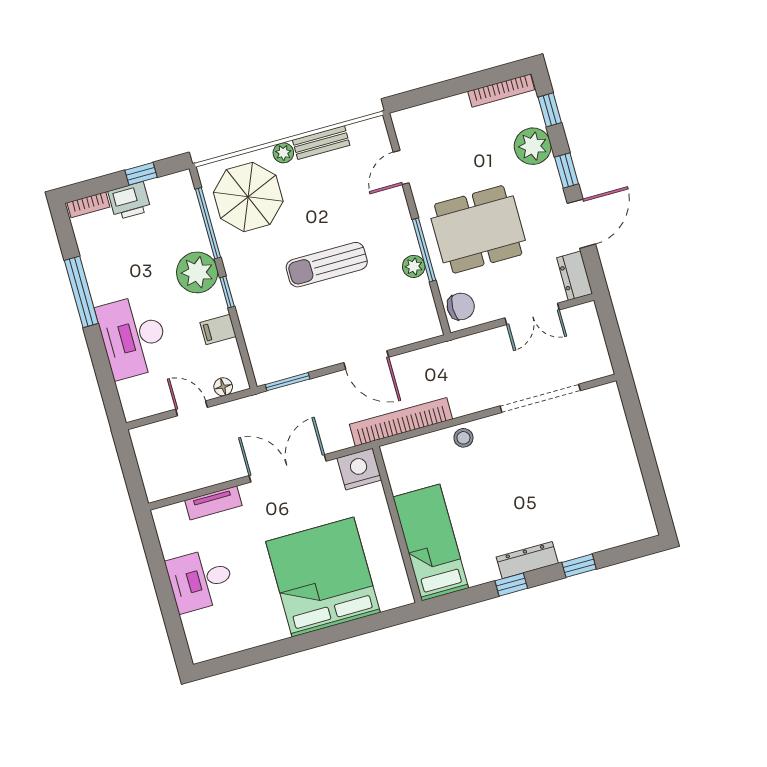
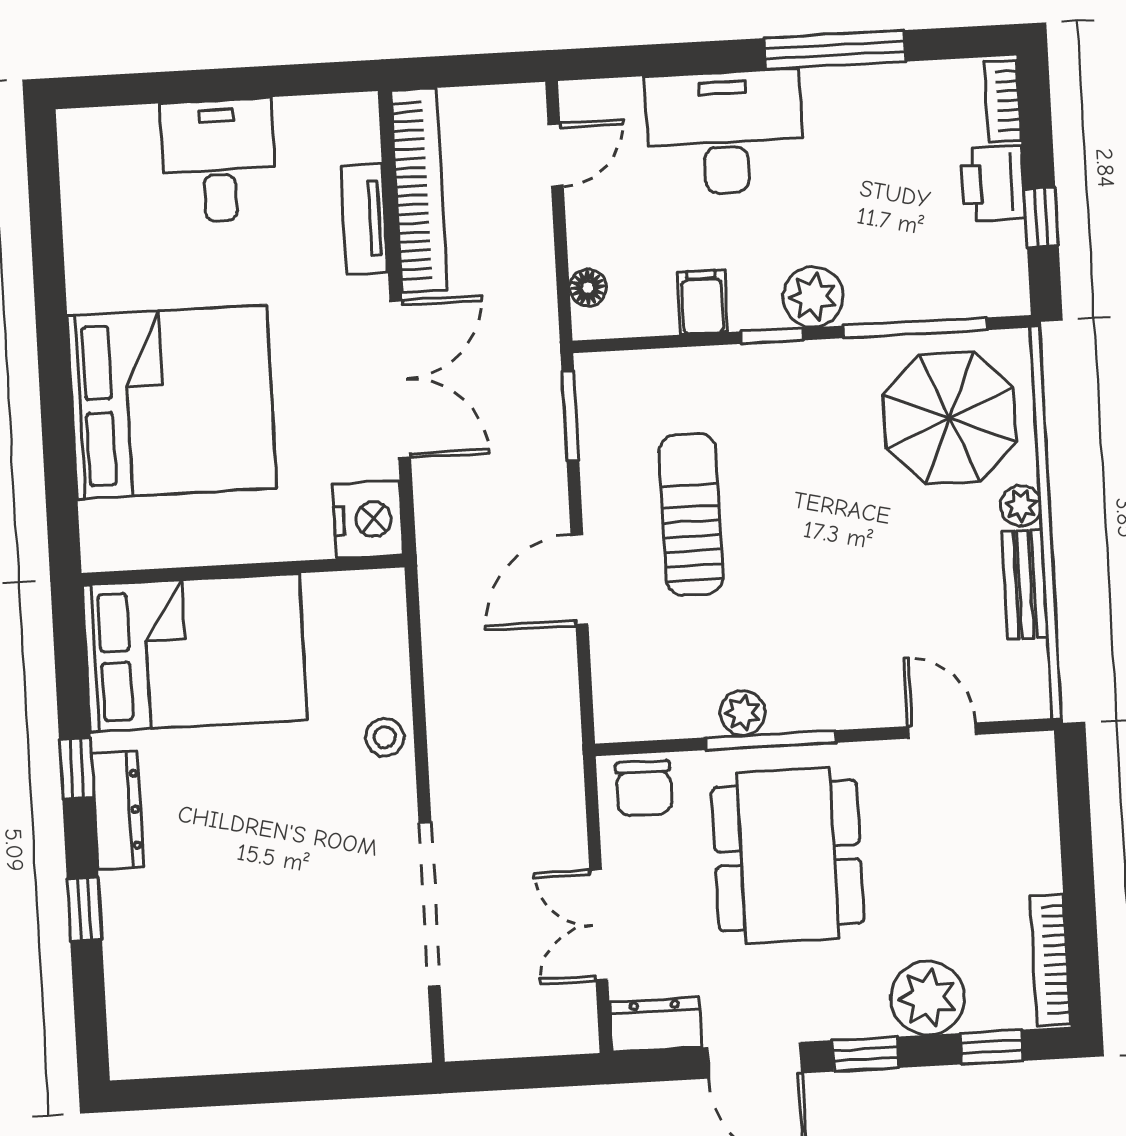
sun lounger: (327, 265) -> (691, 514), moved
plant: (197, 272) -> (813, 297), width x0.73, depth x0.73
door: (192, 408) -> (556, 155), moved
bookcase: (401, 422) -> (419, 190), moved
bed: (431, 543) -> (195, 653), width x1.50

